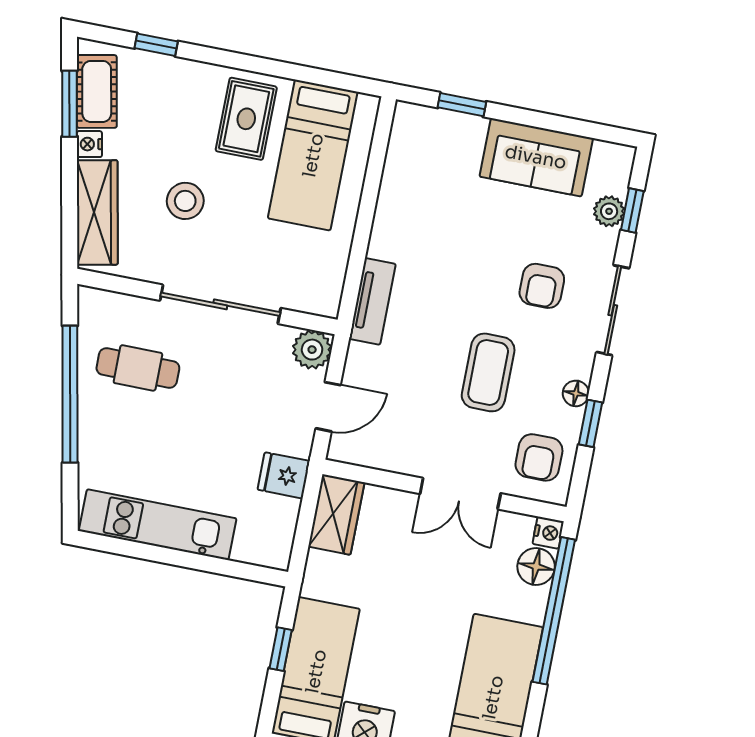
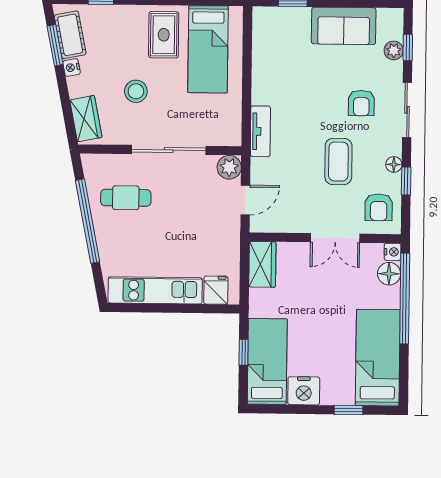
wardrobe: (97, 213) -> (86, 119), width x0.67
fridge: (284, 475) -> (216, 290), moved, turned 90

